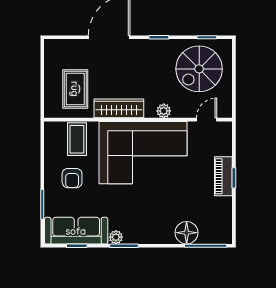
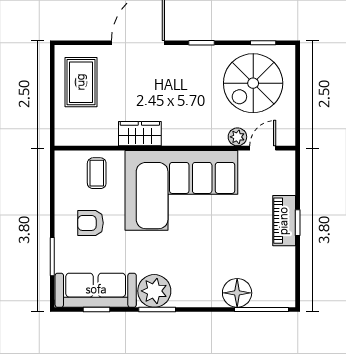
rug: (75, 89) -> (81, 82), moved
wardrobe: (119, 108) -> (140, 134), width x0.67
plant: (164, 111) -> (237, 137), moved
coffee table: (77, 139) -> (97, 173), width x0.73, depth x0.77
armchair: (72, 178) -> (91, 223), turned 90
plant: (116, 237) -> (154, 291), width x1.88, depth x1.88

